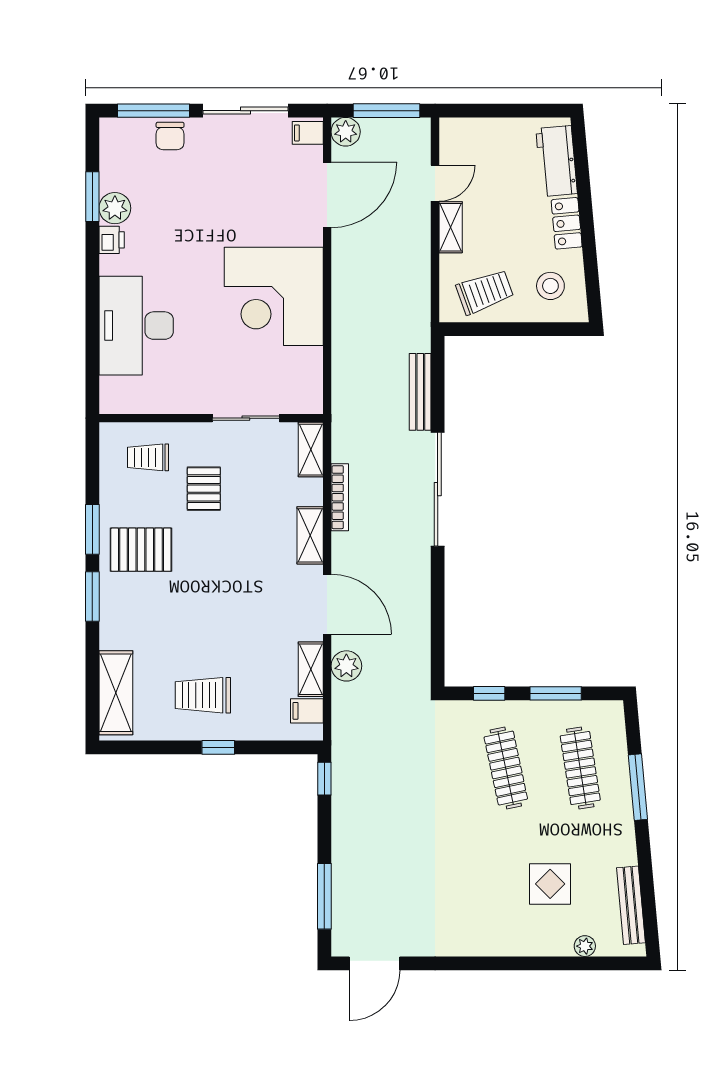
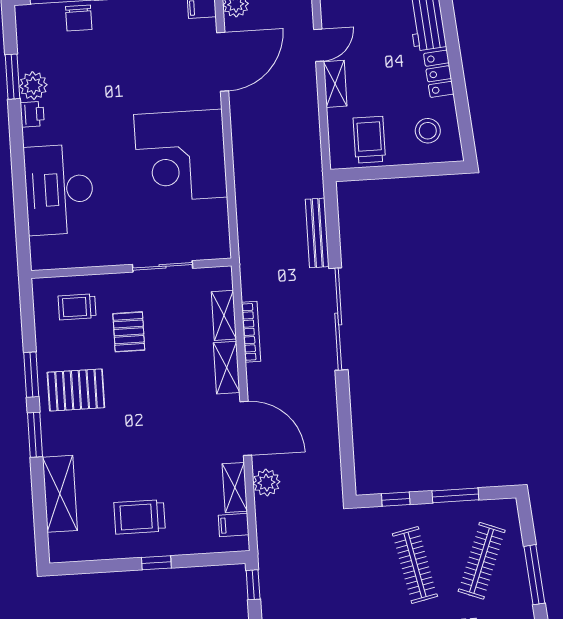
trolley: (485, 292) -> (369, 140), turned -70
shelving: (311, 450) -> (224, 315), moved
shelving: (116, 693) -> (60, 494), moved
clothes rail: (580, 768) -> (482, 561), turned 30

